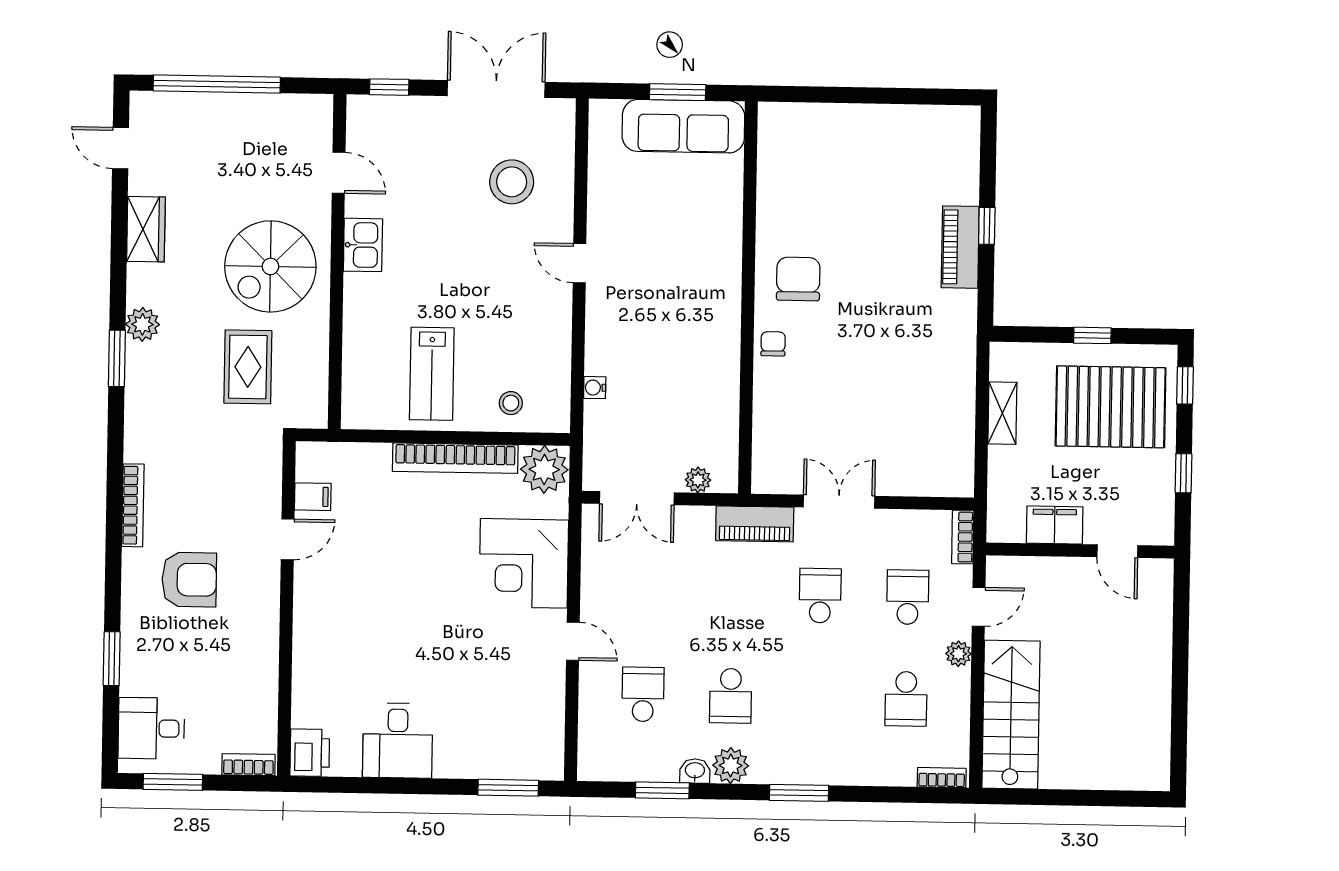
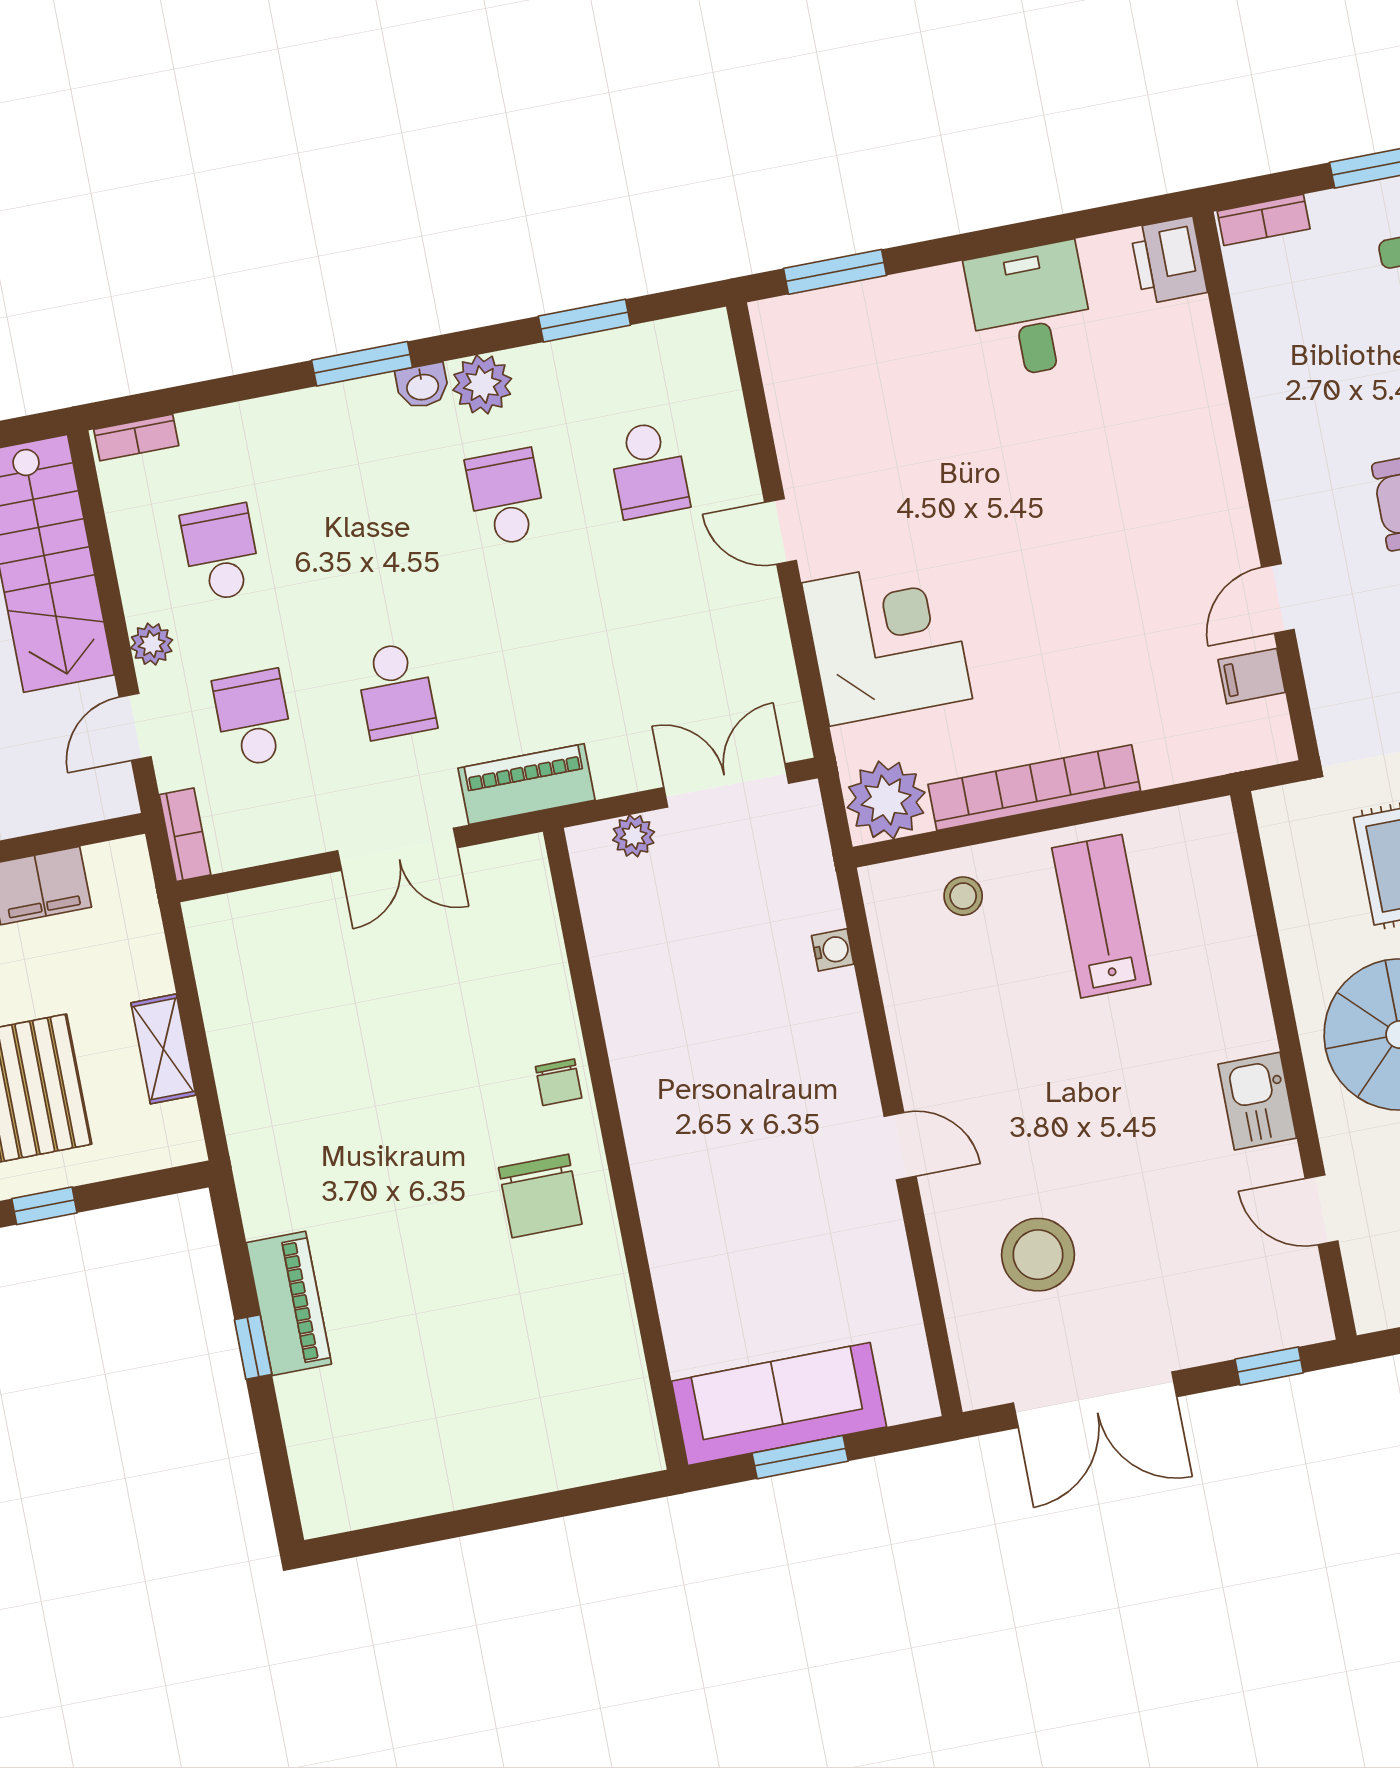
school desk: (908, 597) -> (253, 718), turned 180
washbasin: (695, 771) -> (422, 386), moved

